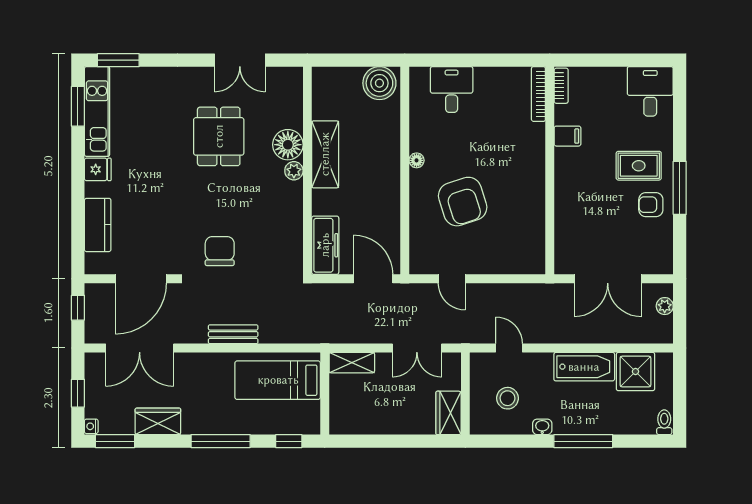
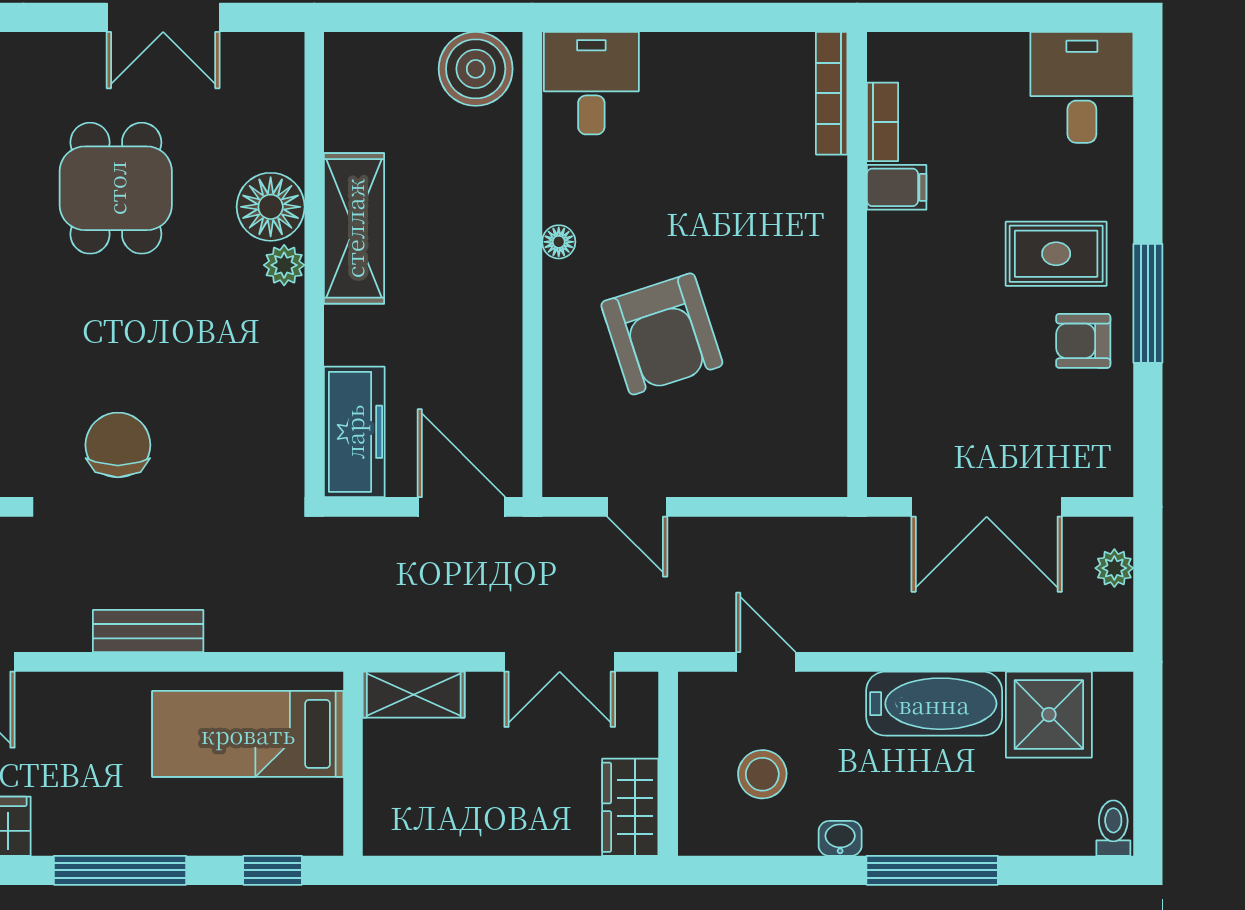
bookcase: (561, 86) -> (882, 122), moved
desk: (452, 89) -> (591, 83), moved

